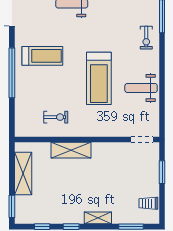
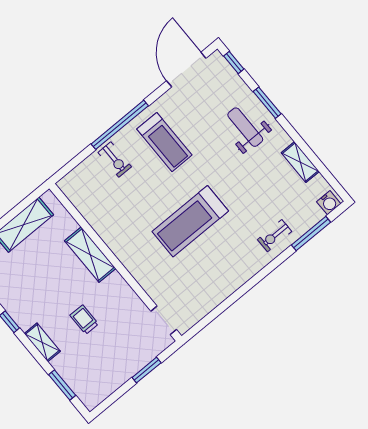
weight bench: (141, 88) -> (217, 274), removed
exercise bike: (56, 117) -> (115, 160), moved
trolley: (148, 203) -> (84, 320), moved

